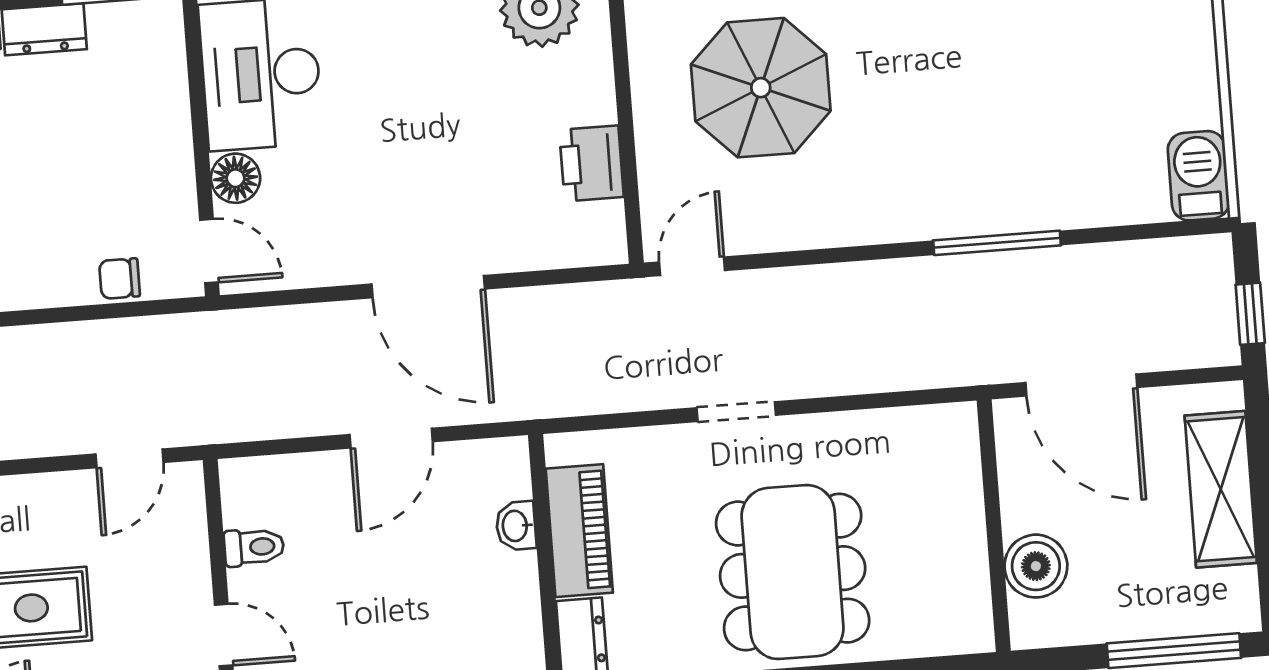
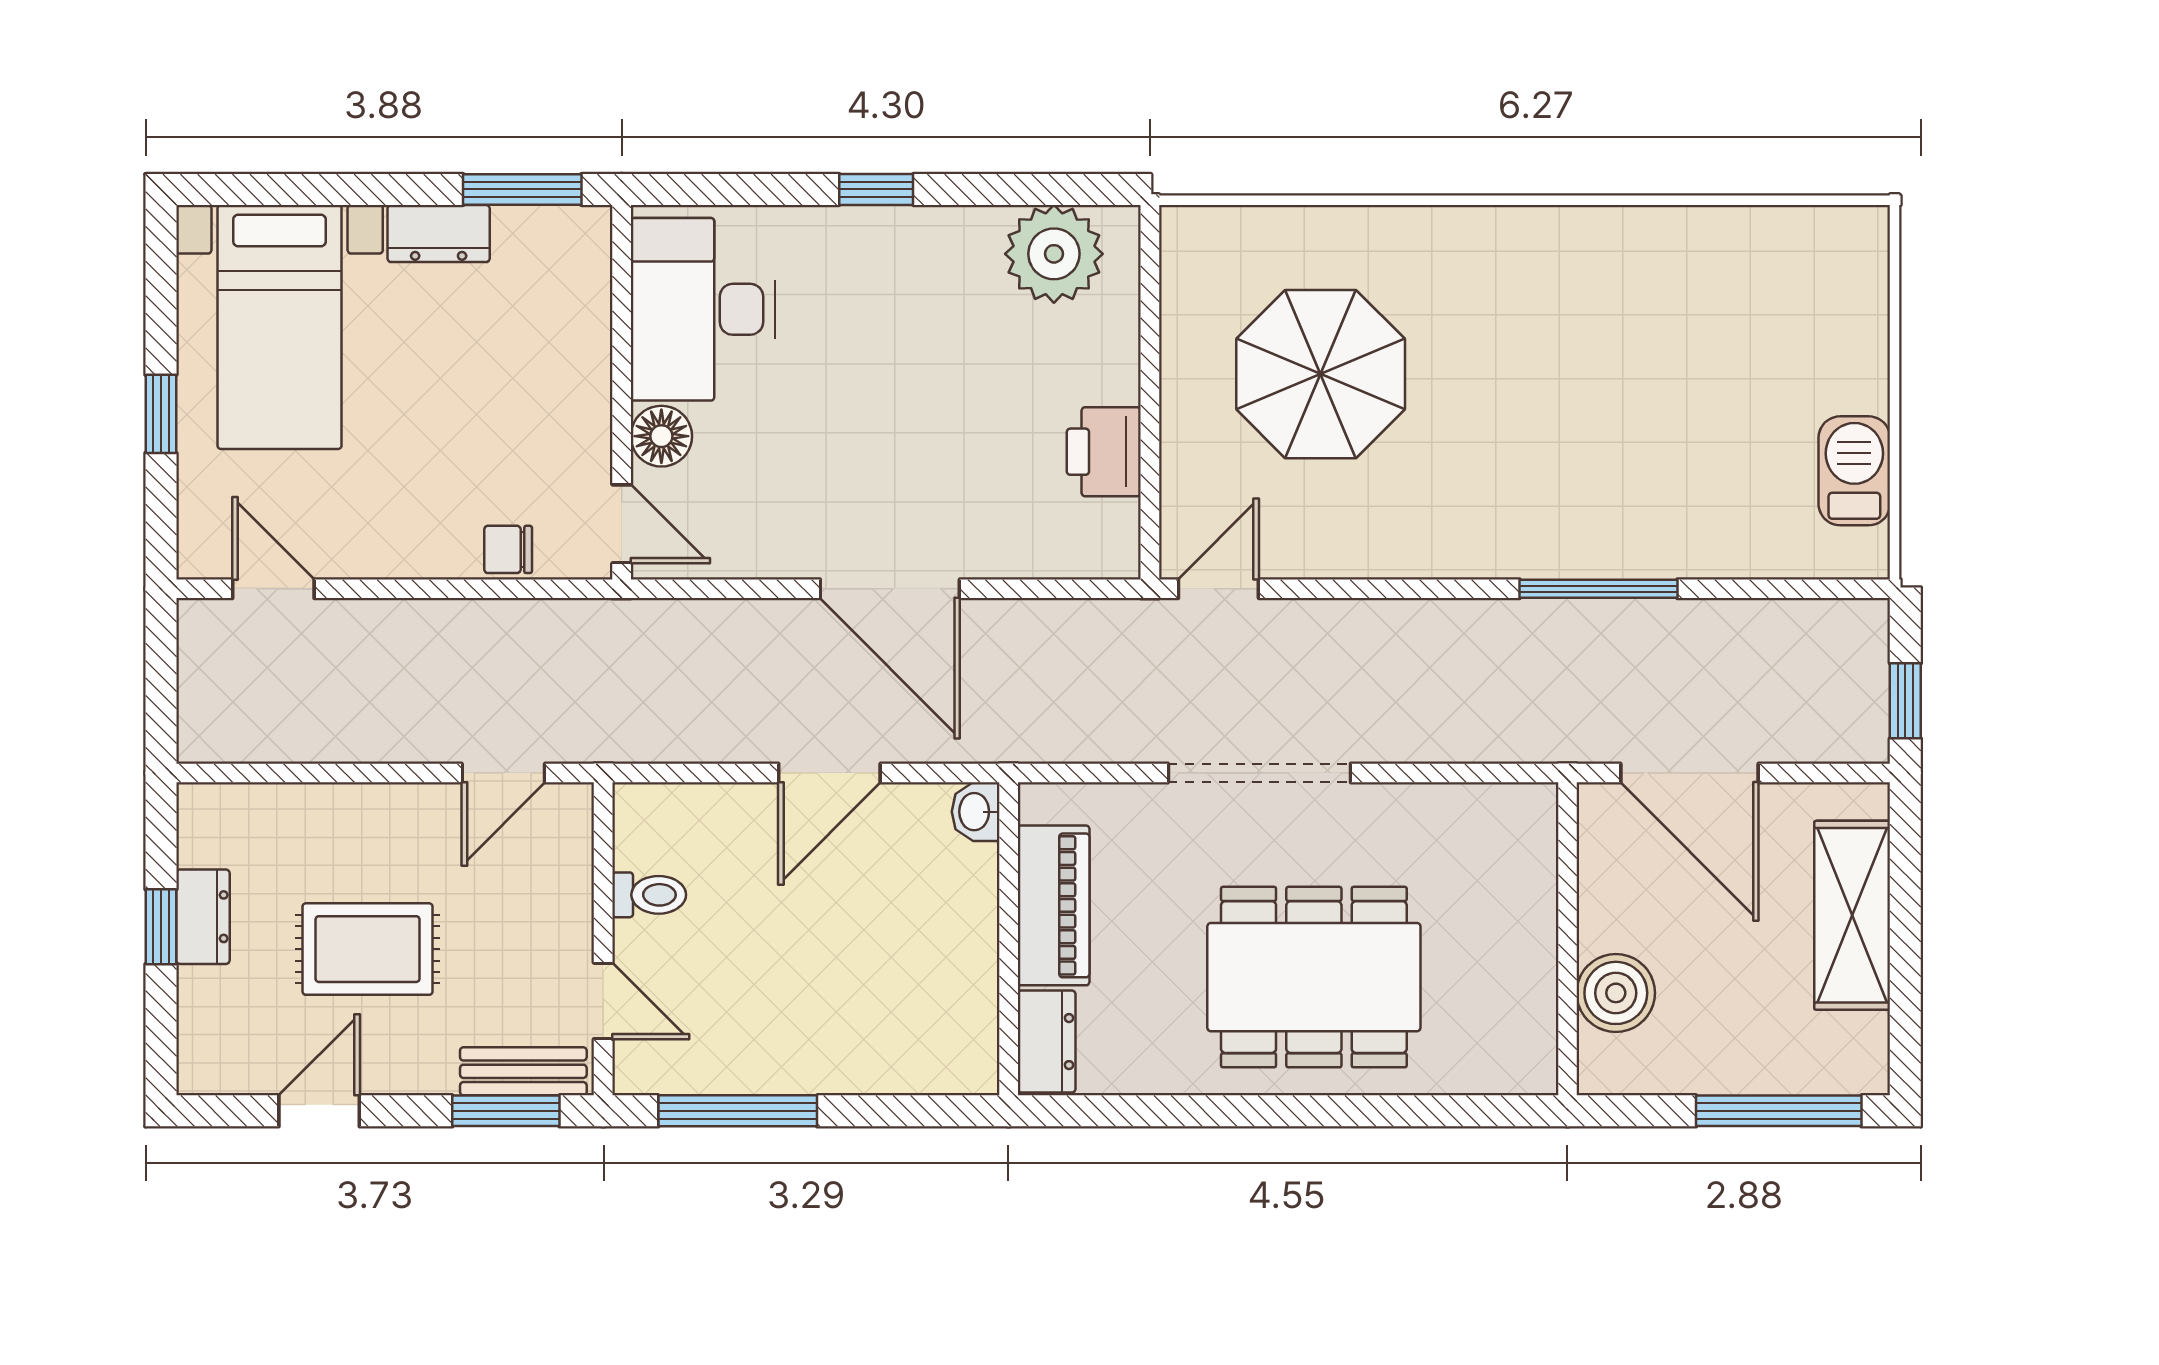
barbecue: (1198, 176) -> (1854, 471), moved
doorway: (736, 412) -> (1259, 773), width x1.87
washbasin: (516, 526) -> (976, 812), moved
dining table: (793, 572) -> (1314, 977), turned 90

